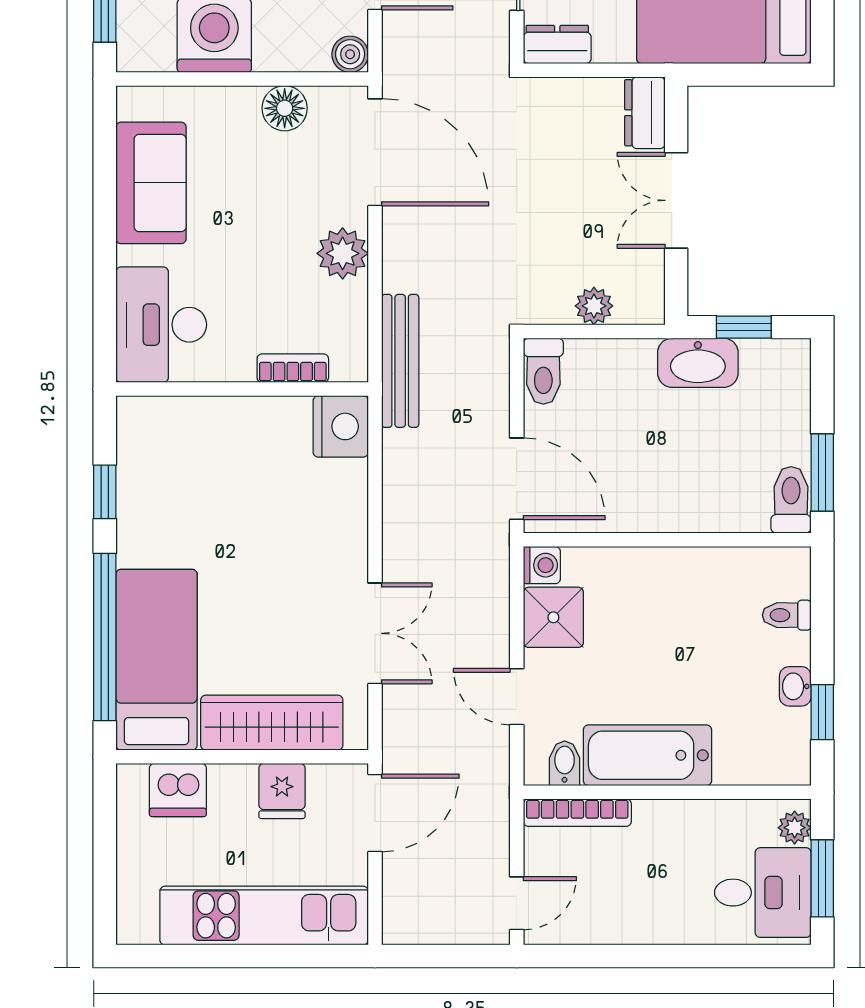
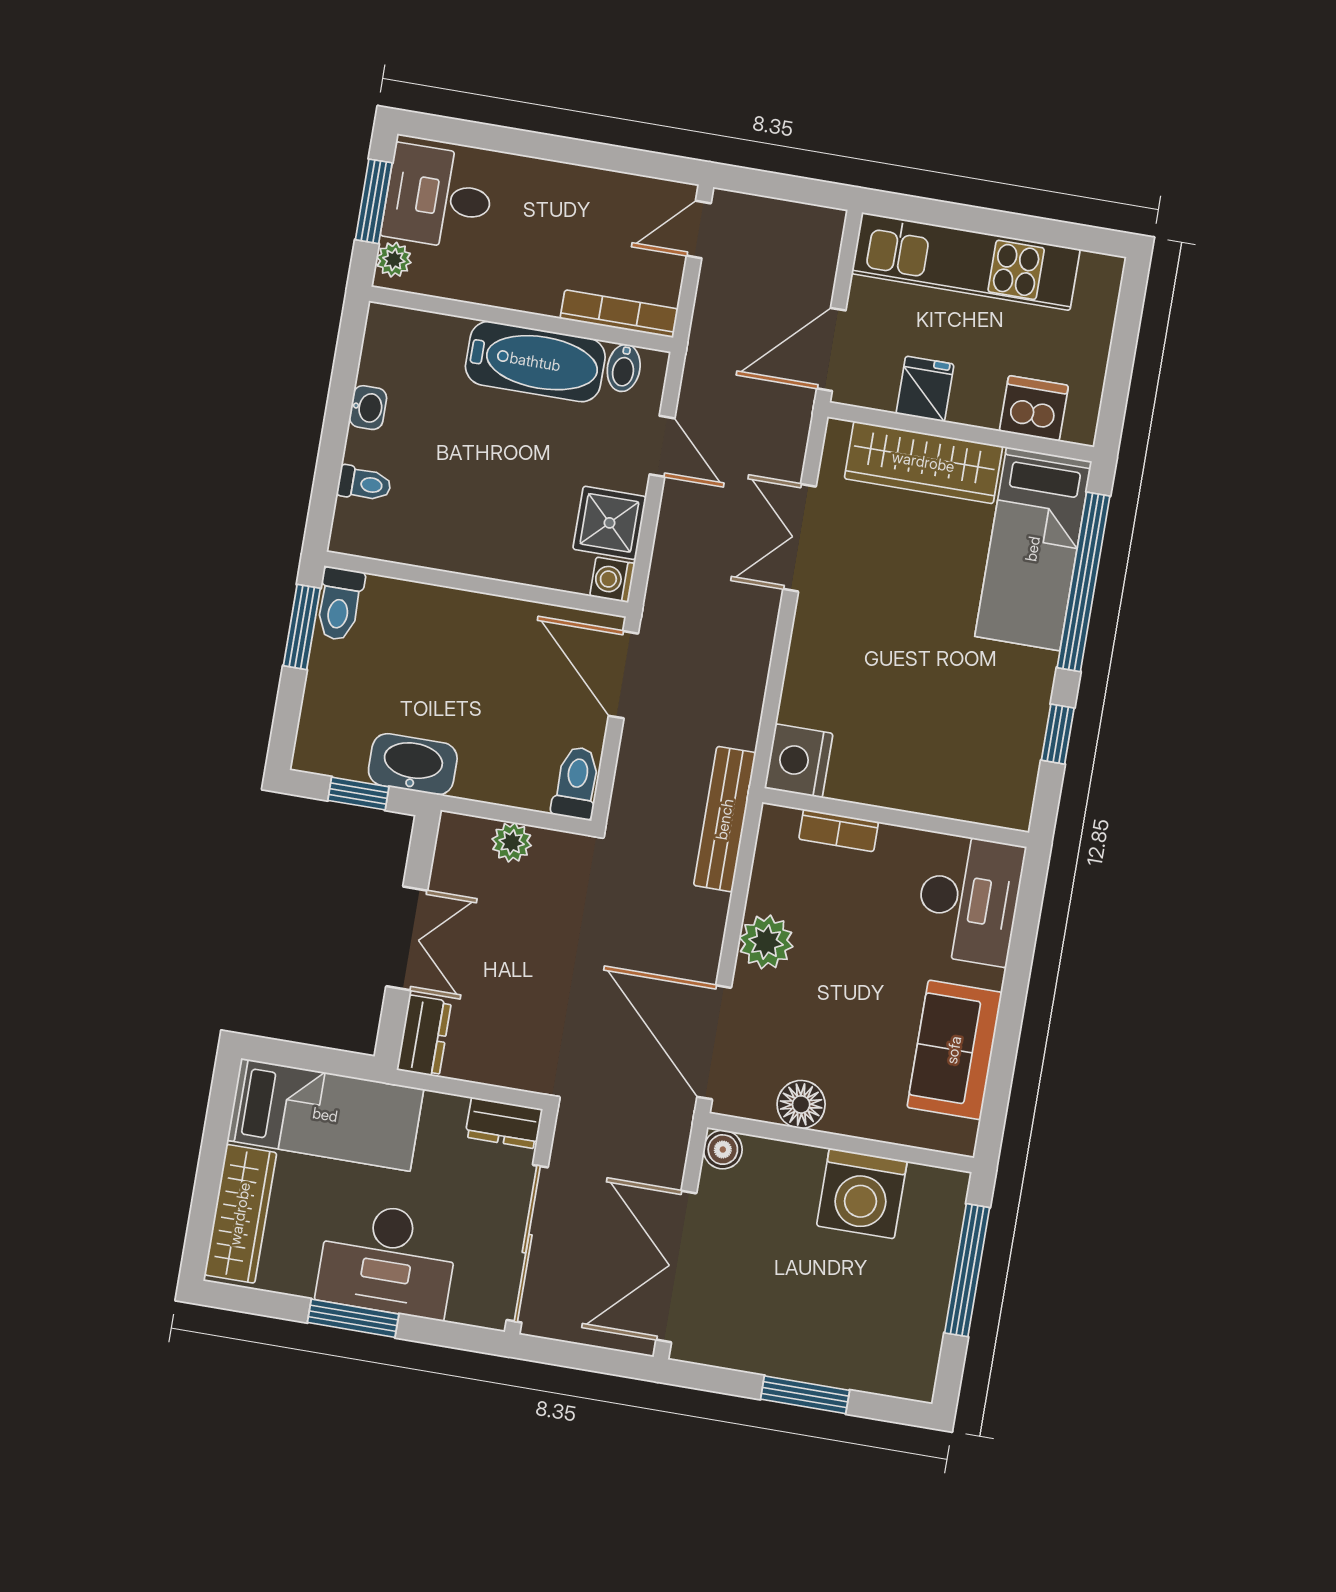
window: (822, 712) -> (344, 376), removed

